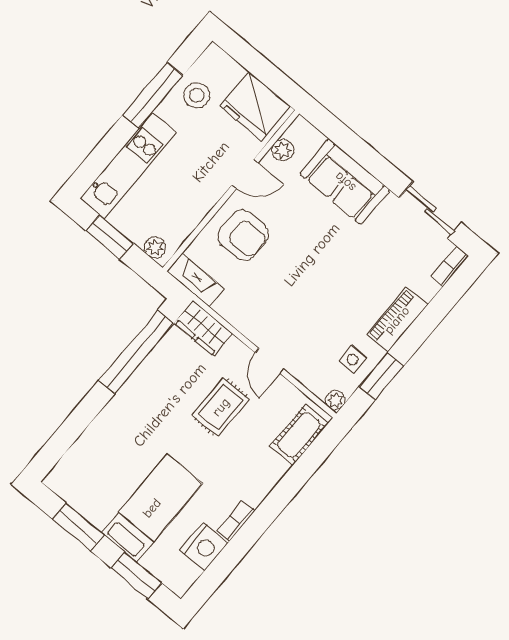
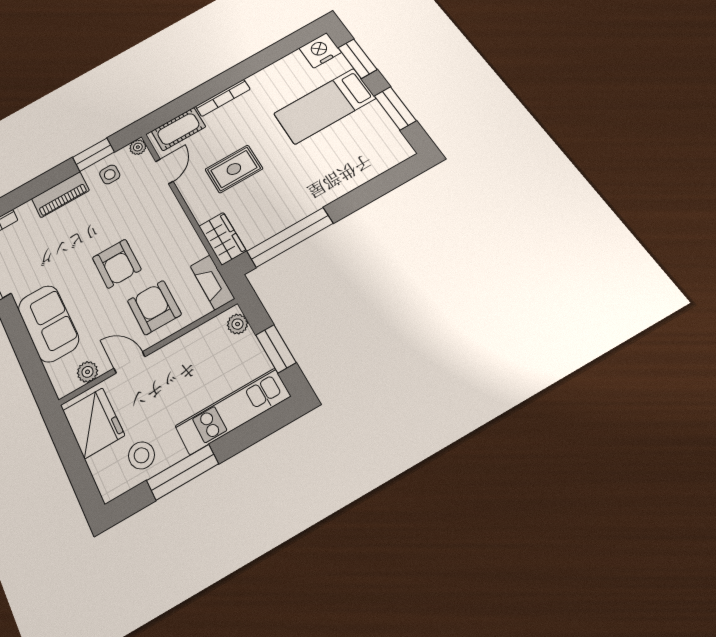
armchair: (301, 266) -> (117, 264), added
door: (269, 361) -> (164, 171), moved
bookcase: (236, 521) -> (223, 98), moved, width x1.56
nightstand: (204, 546) -> (320, 50), moved

